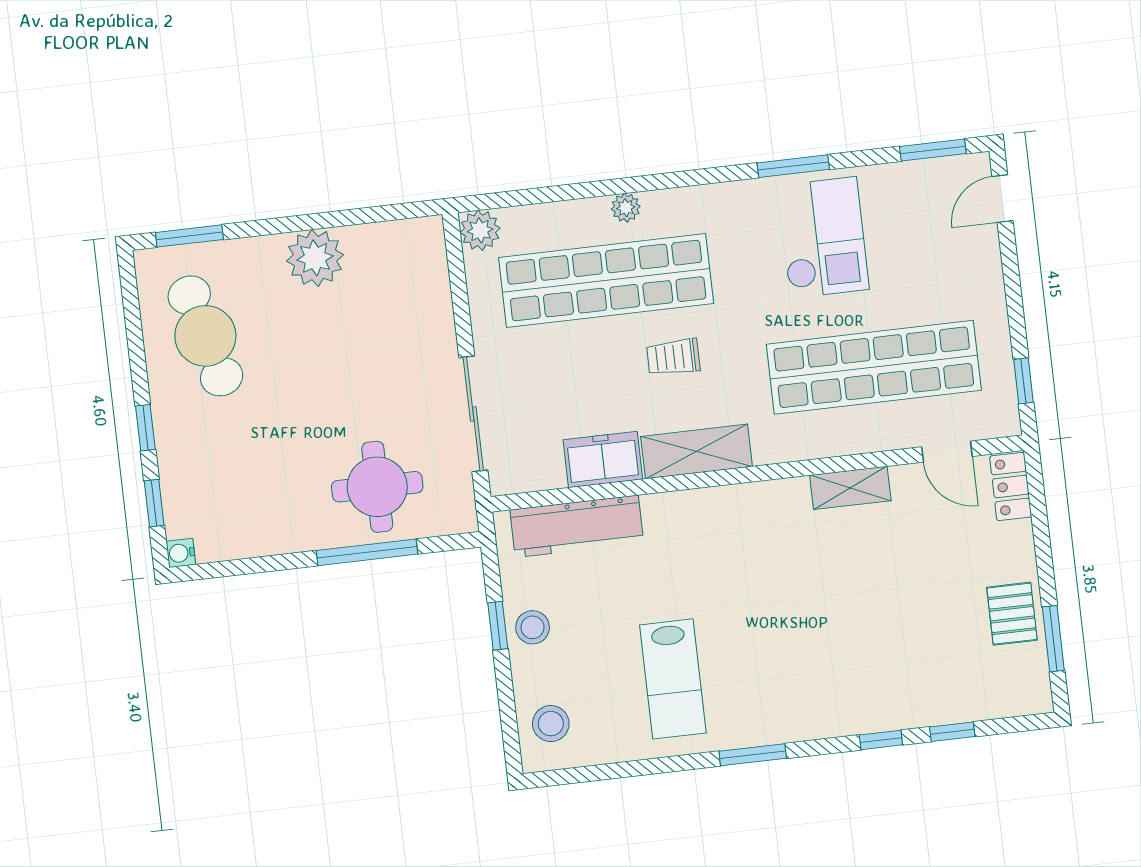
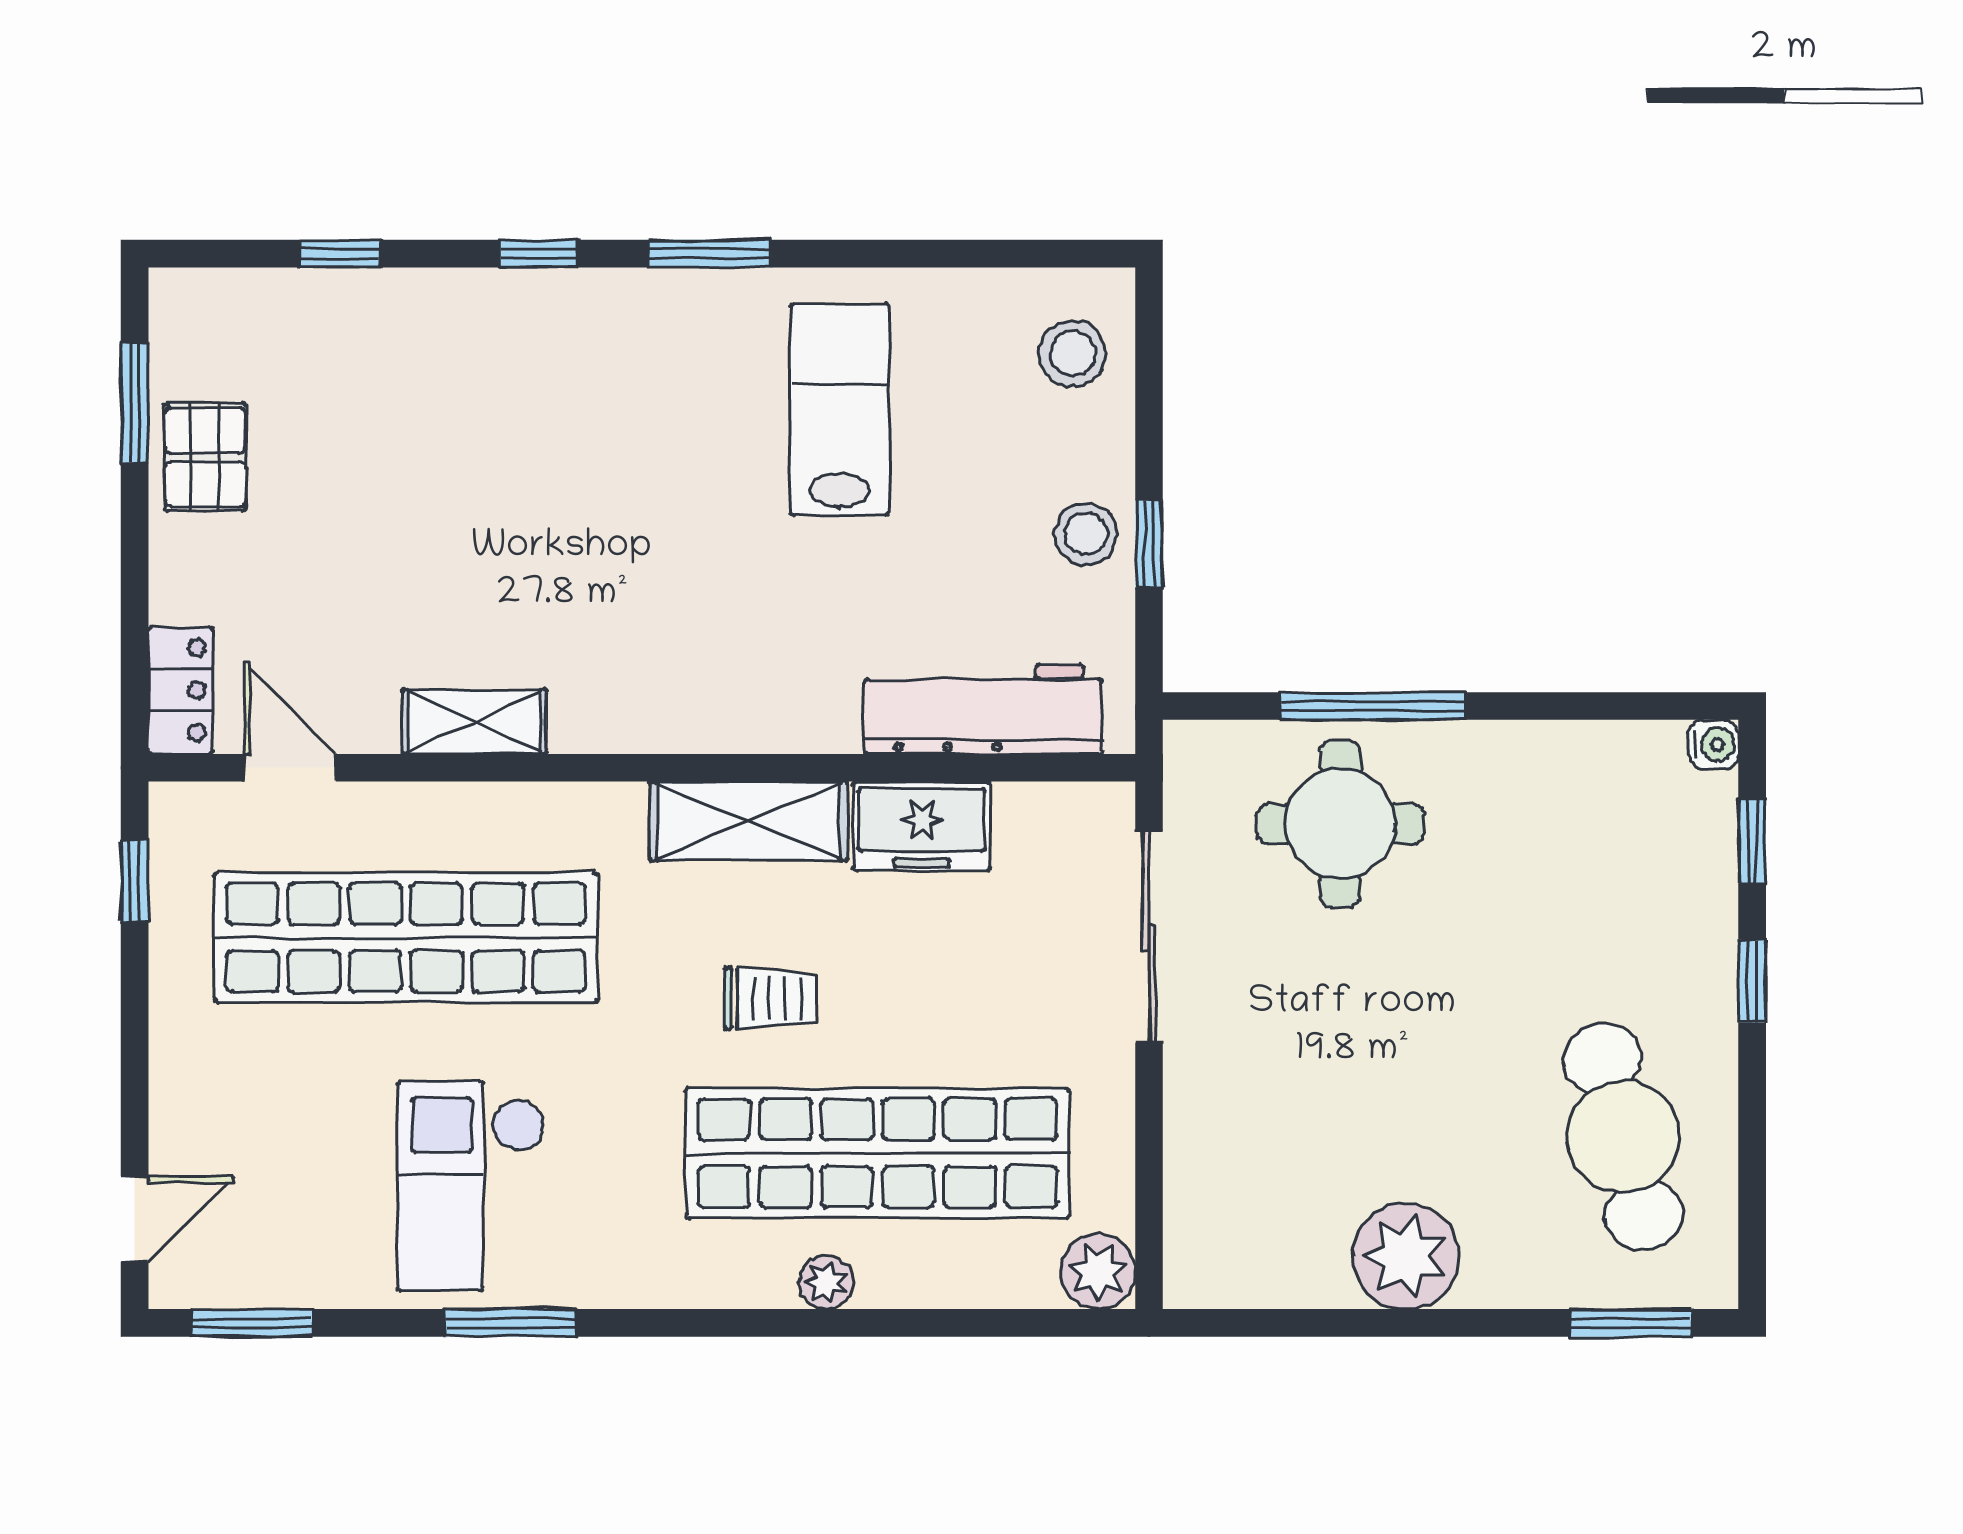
window: (881, 740) -> (539, 254), moved

